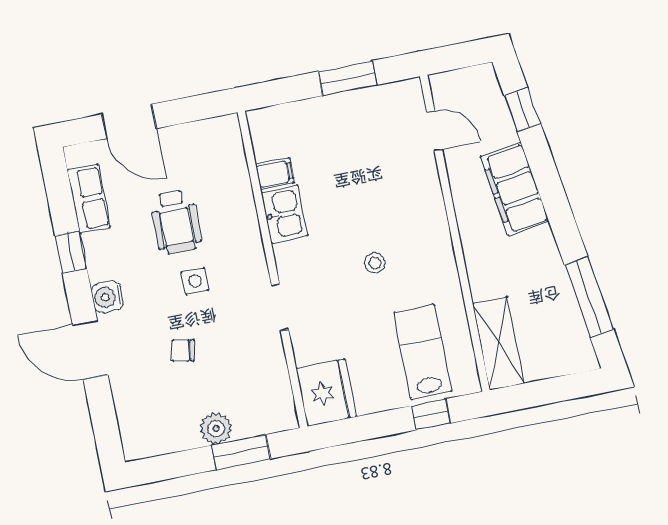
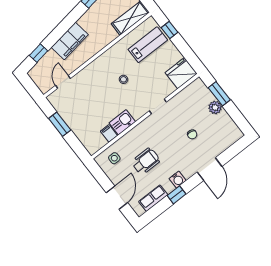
side table: (195, 281) -> (114, 158), moved
water cooler: (107, 297) -> (178, 180), moved
lab bench: (423, 352) -> (148, 45), turned 180

